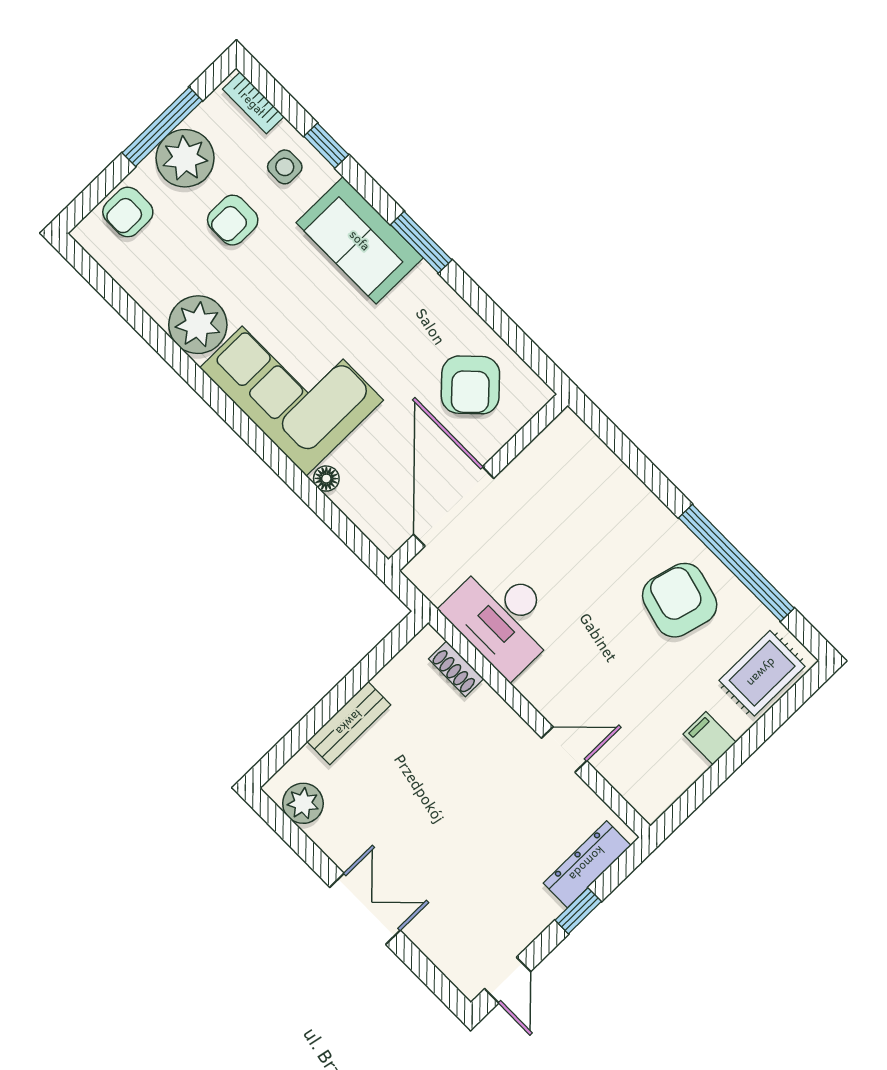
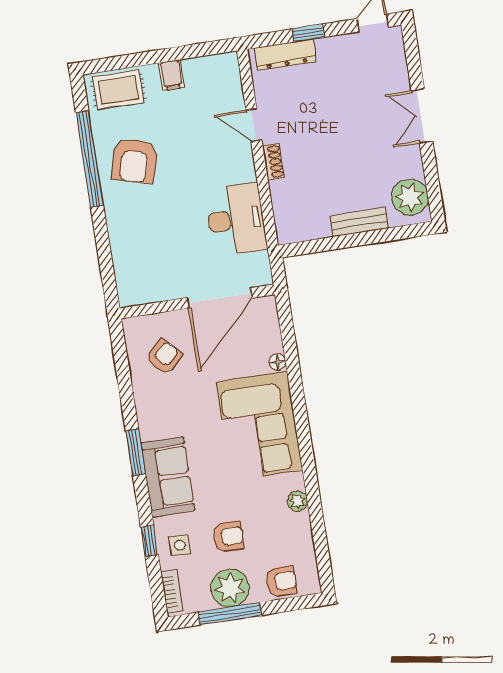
plant: (198, 325) -> (297, 501), width x0.53, depth x0.53
armchair: (470, 385) -> (164, 357), width x0.72, depth x0.72
shoe rack: (456, 669) -> (273, 162), moved
plant: (303, 803) -> (410, 197), width x1.36, depth x1.36

